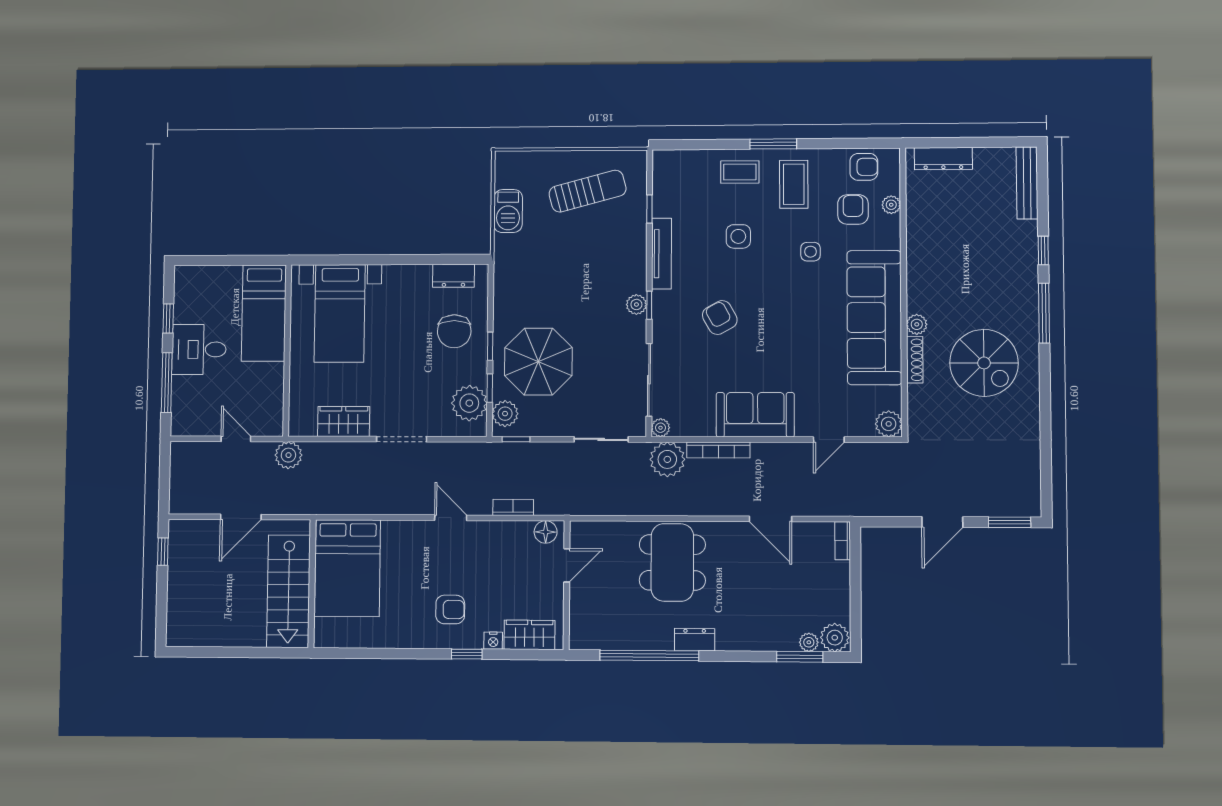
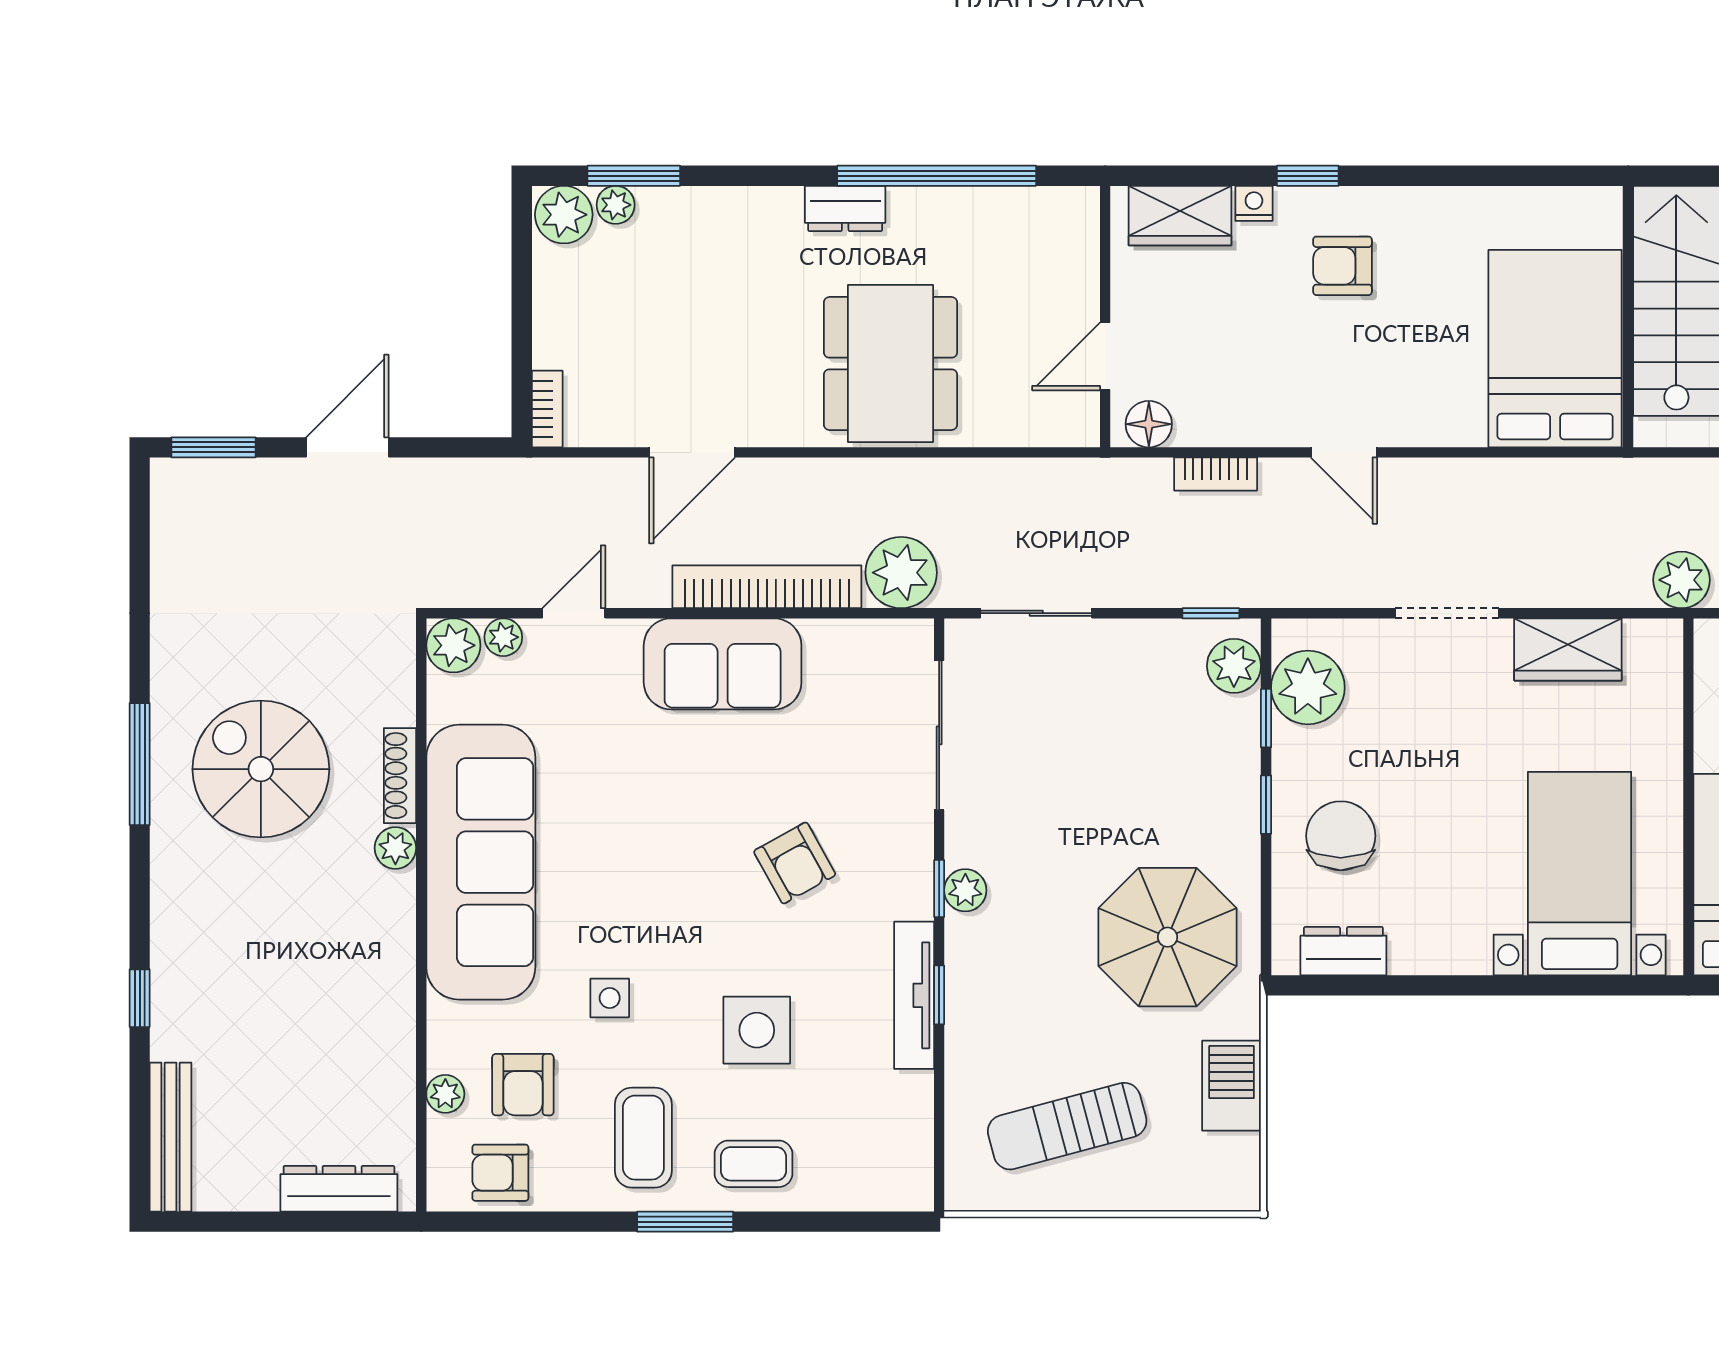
window: (649, 209) -> (939, 995), moved
side table: (738, 236) -> (757, 1030), width x1.37, depth x1.37
window: (1044, 313) -> (140, 764), moved
parasol: (538, 362) -> (1168, 937), moved
plant: (661, 428) -> (503, 637), moved
bookcase: (718, 450) -> (767, 587), width x1.48, depth x1.31
door: (770, 519) -> (692, 452), swing flipped

